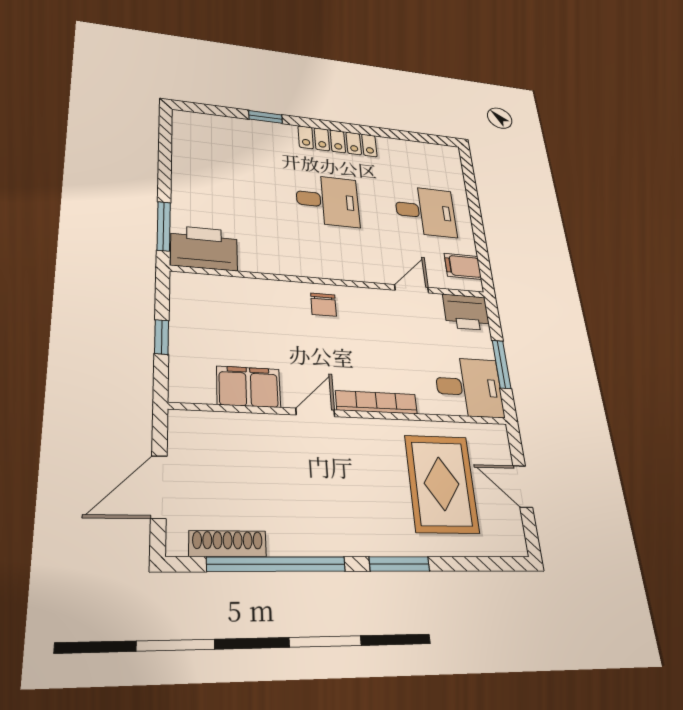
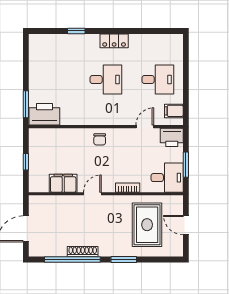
locker: (338, 141) -> (114, 41), width x0.66
bookcase: (376, 402) -> (128, 188), width x0.64
shoe rack: (228, 544) -> (83, 251), moved

